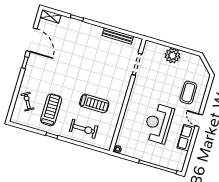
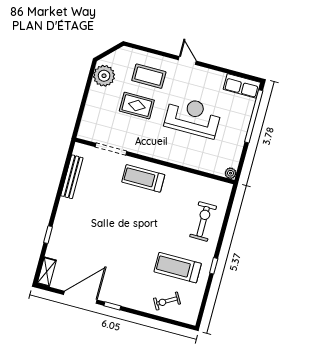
plant: (172, 56) -> (104, 76), moved
rug: (168, 83) -> (137, 106), added
treadmill: (94, 103) -> (143, 178), moved, turned -90
door: (199, 120) -> (187, 60), swing flipped
reception desk: (158, 123) -> (193, 117), turned 180
row of seats: (186, 138) -> (242, 86), moved

